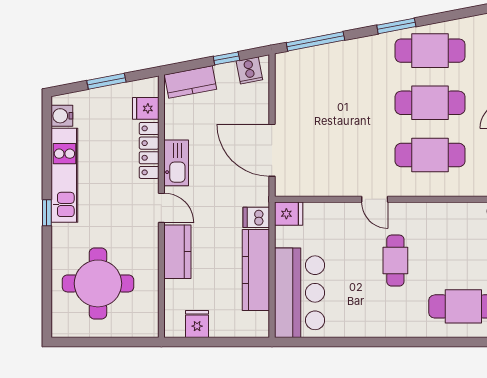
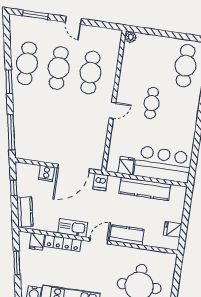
cooker: (249, 70) -> (46, 173), moved, turned 101
fridge: (289, 214) -> (126, 166), moved
dishwasher: (256, 217) -> (100, 182), moved
cafe table: (395, 261) -> (152, 103), turned 90

